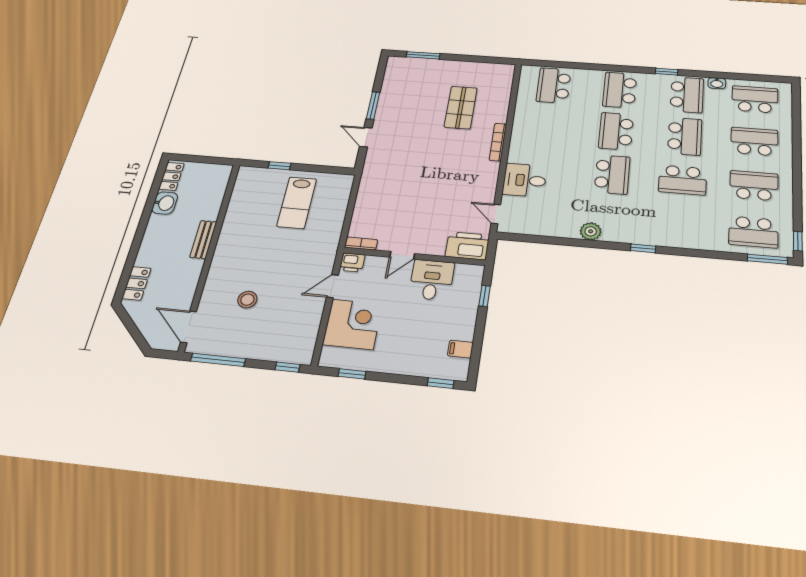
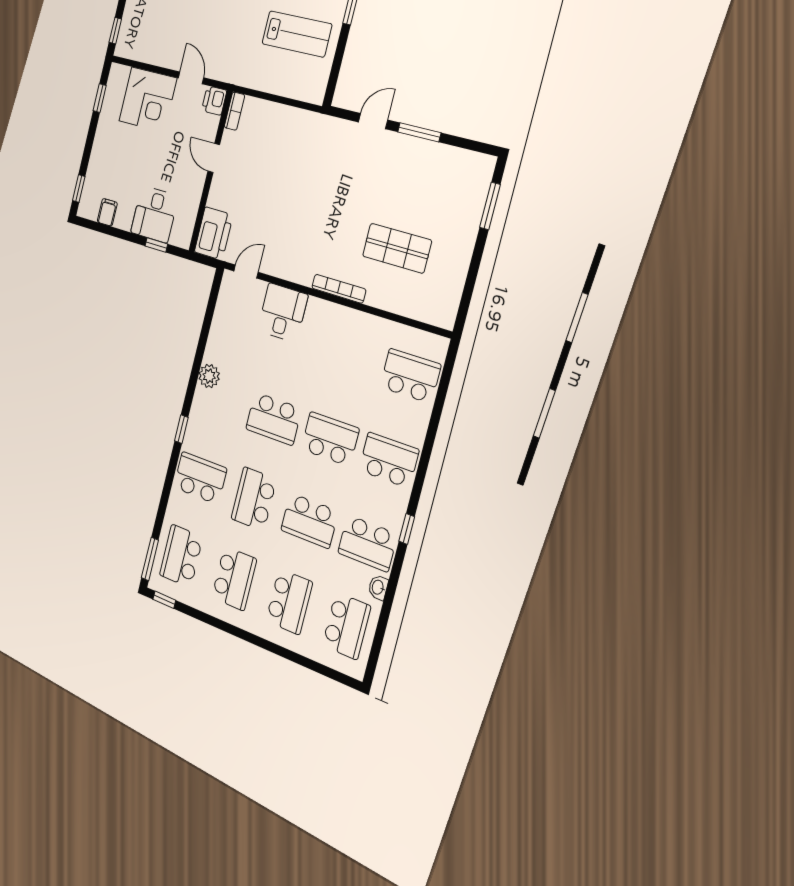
lab bench: (297, 203) -> (297, 34), turned 180
school desk: (680, 226) -> (200, 478), added
desk: (432, 280) -> (154, 214), moved, turned 90

